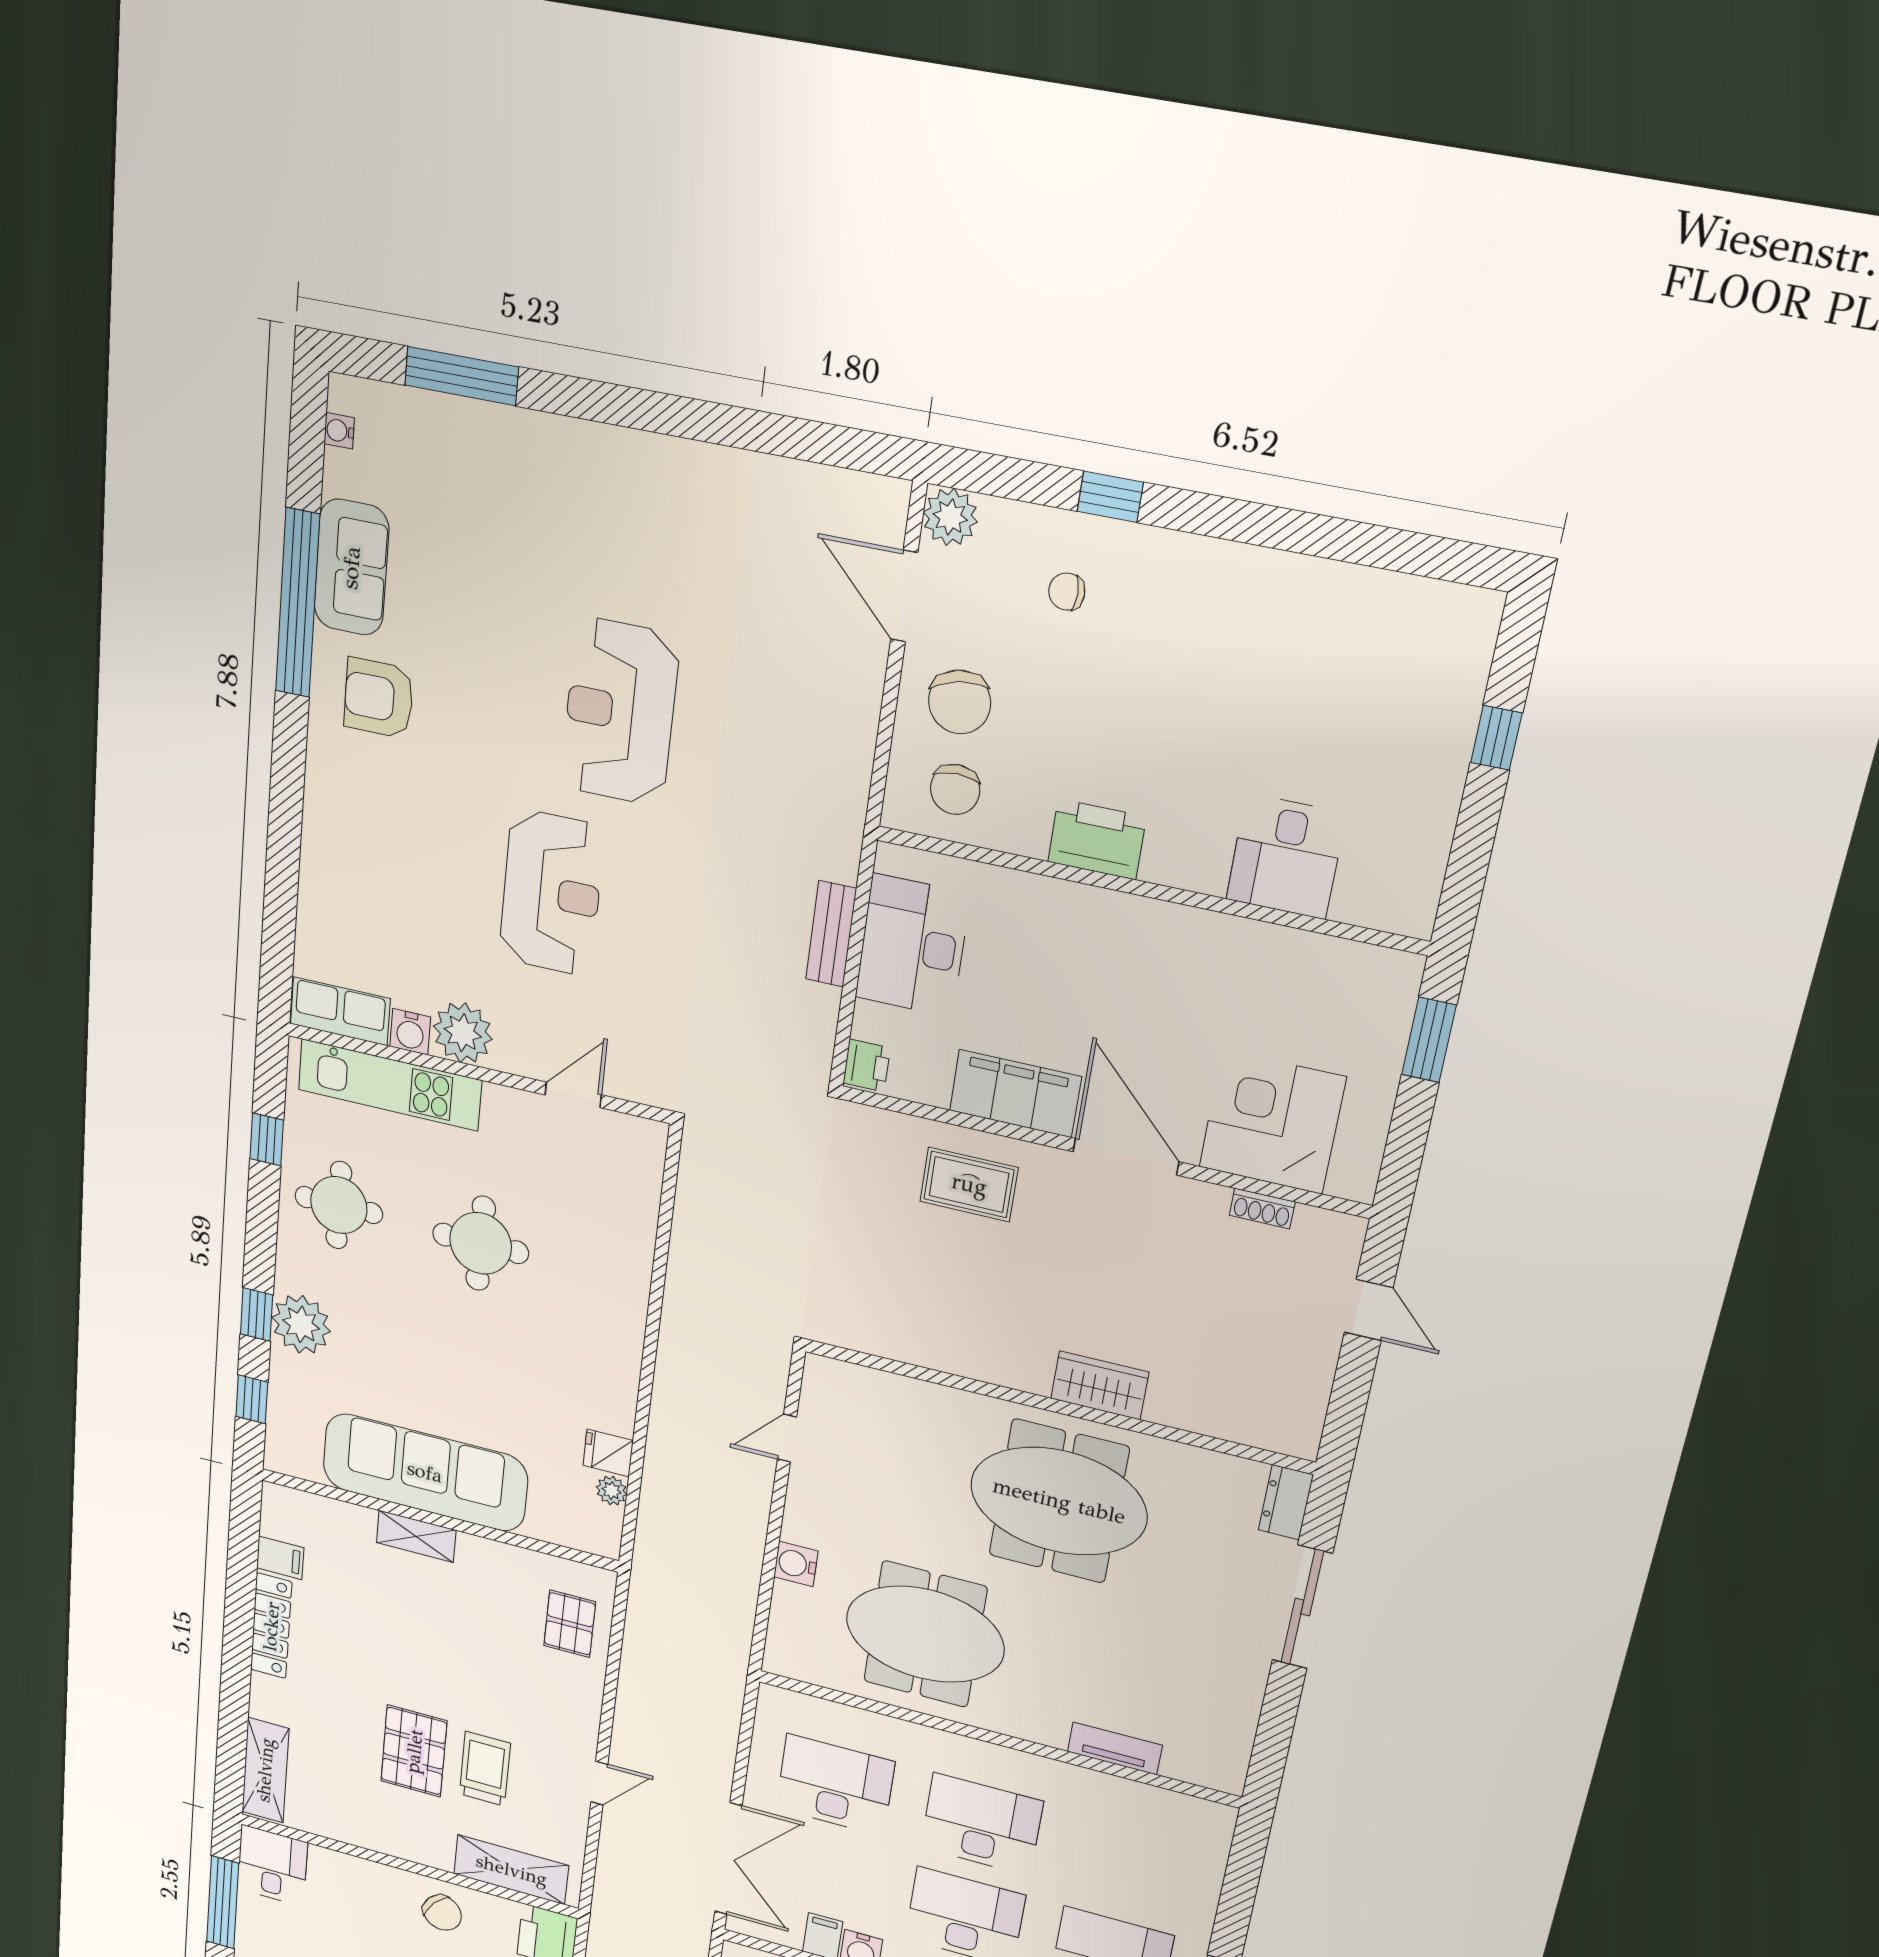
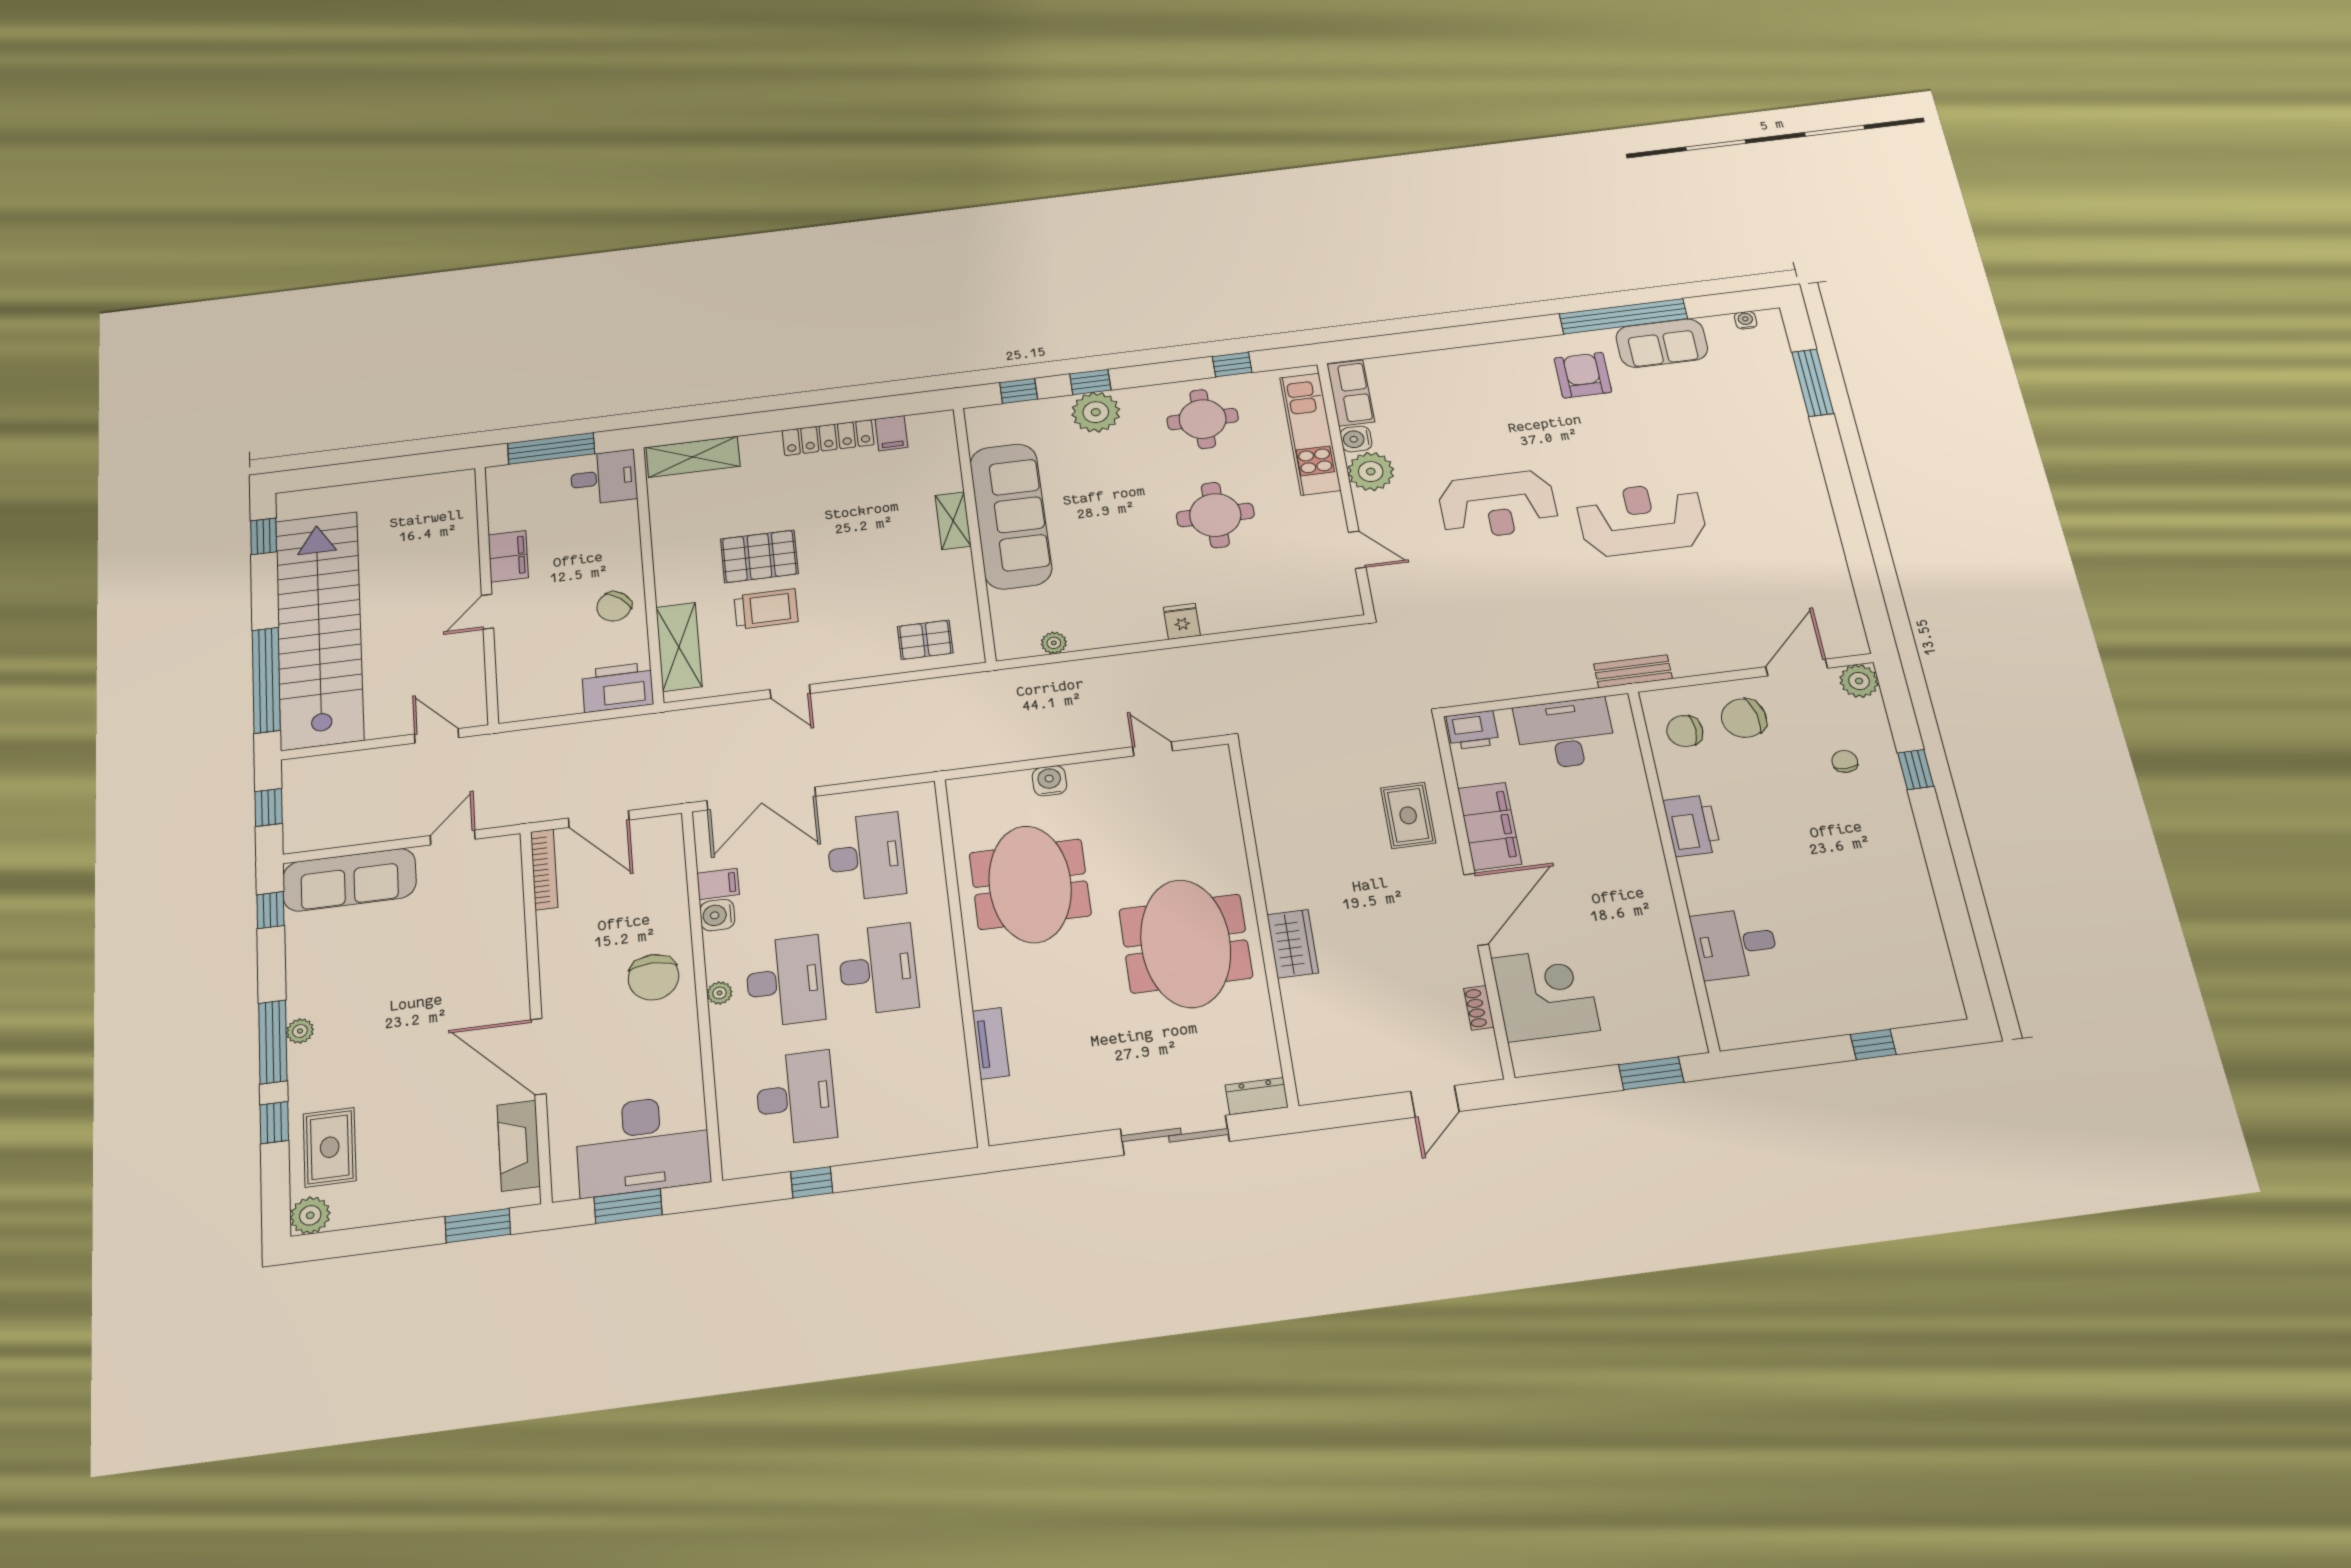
bench: (831, 934) -> (1633, 671), moved
printer: (867, 1066) -> (1473, 730), width x1.36, depth x1.24
fridge: (608, 1453) -> (1182, 621), moved

